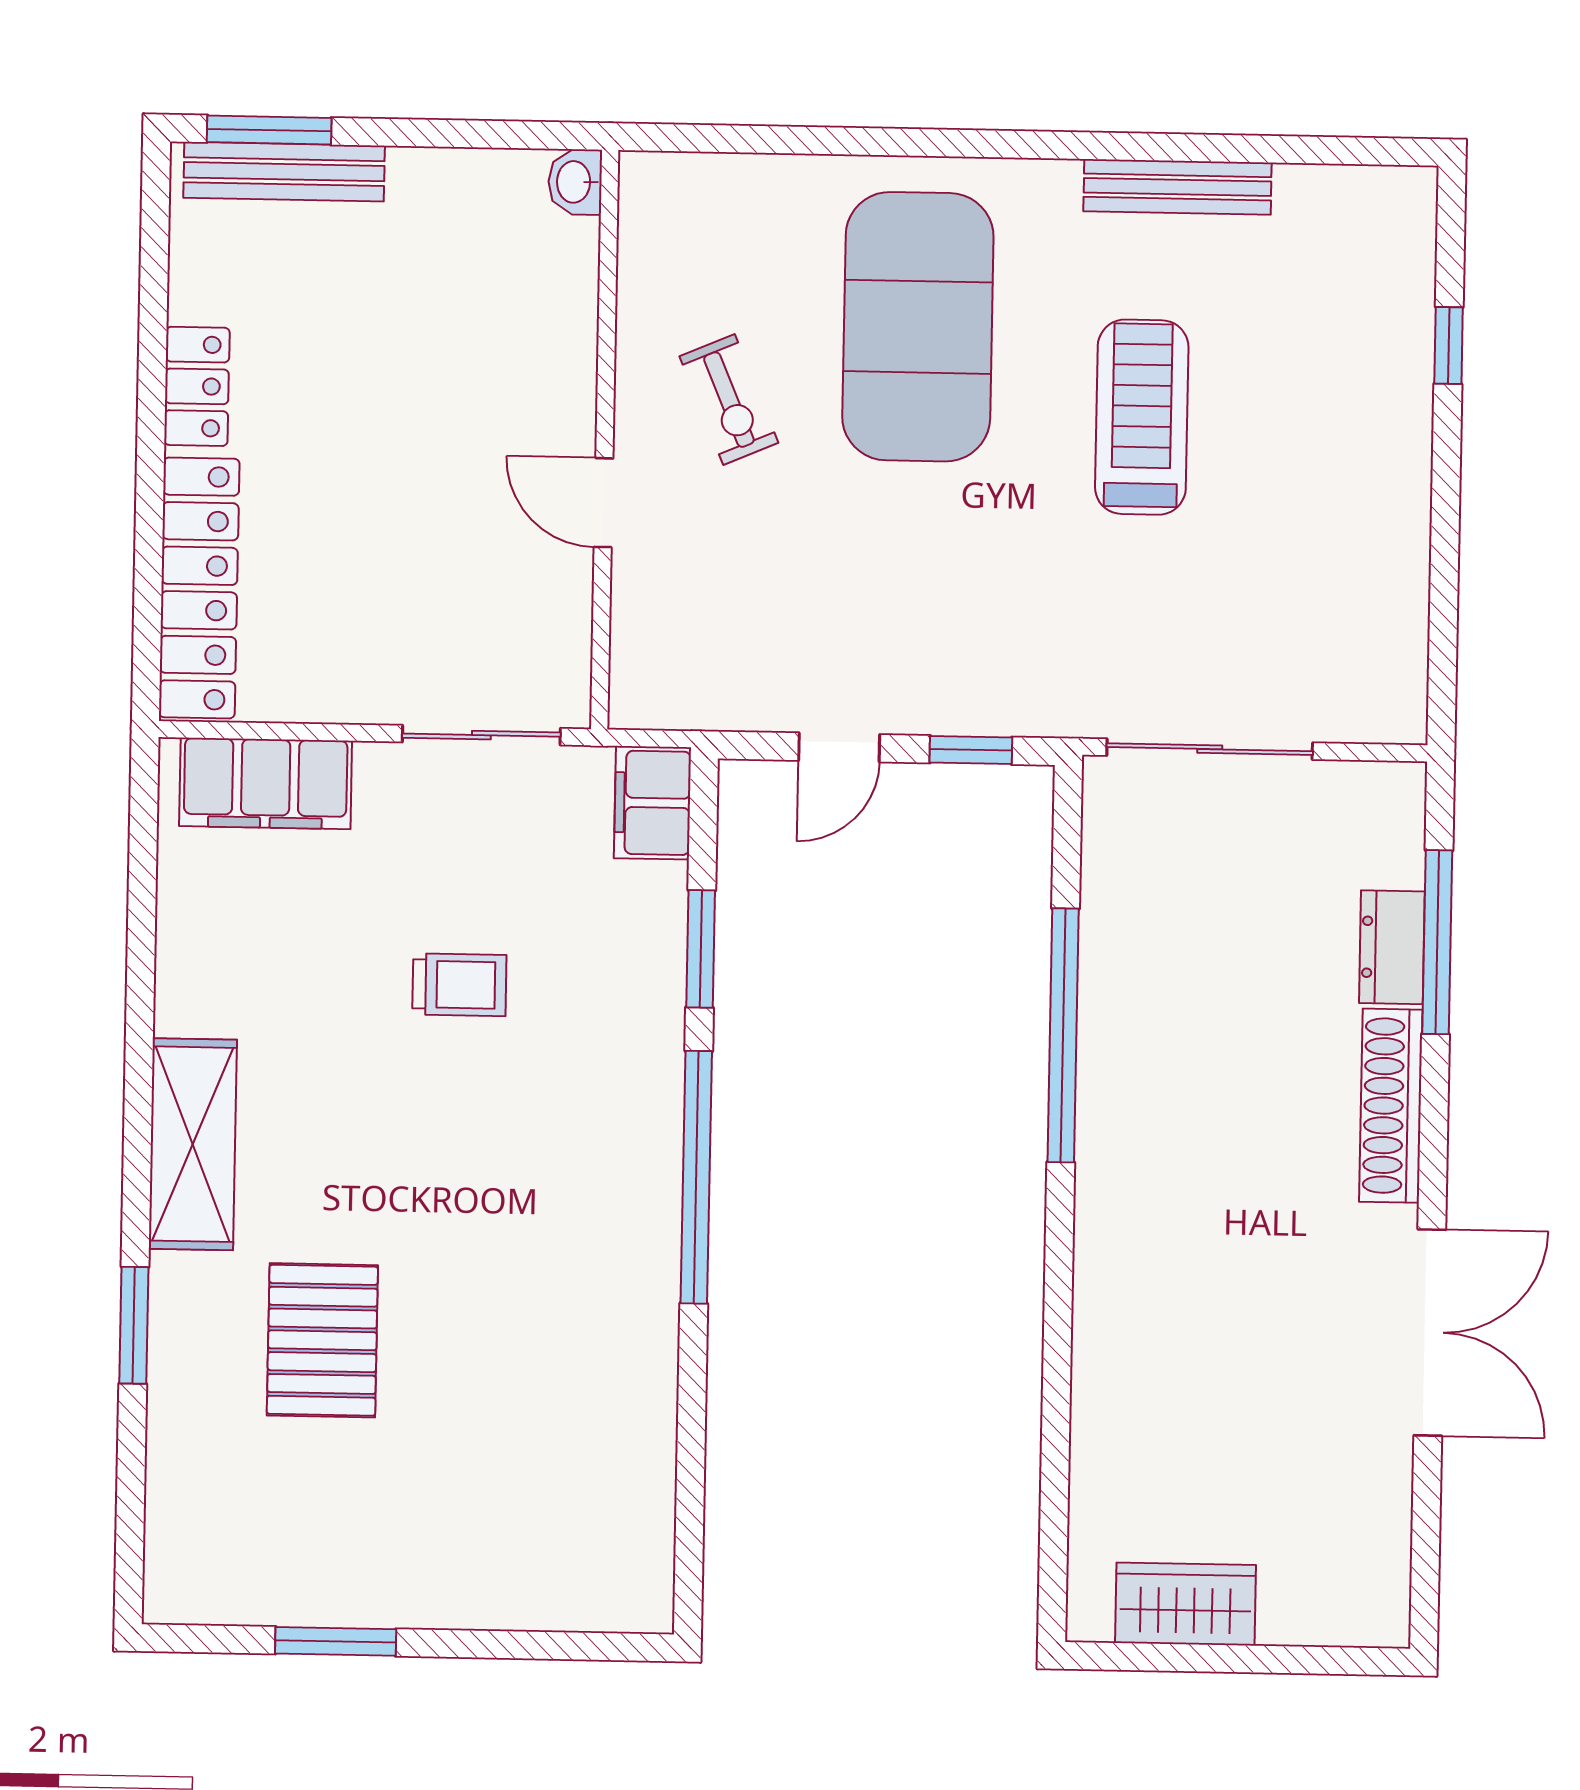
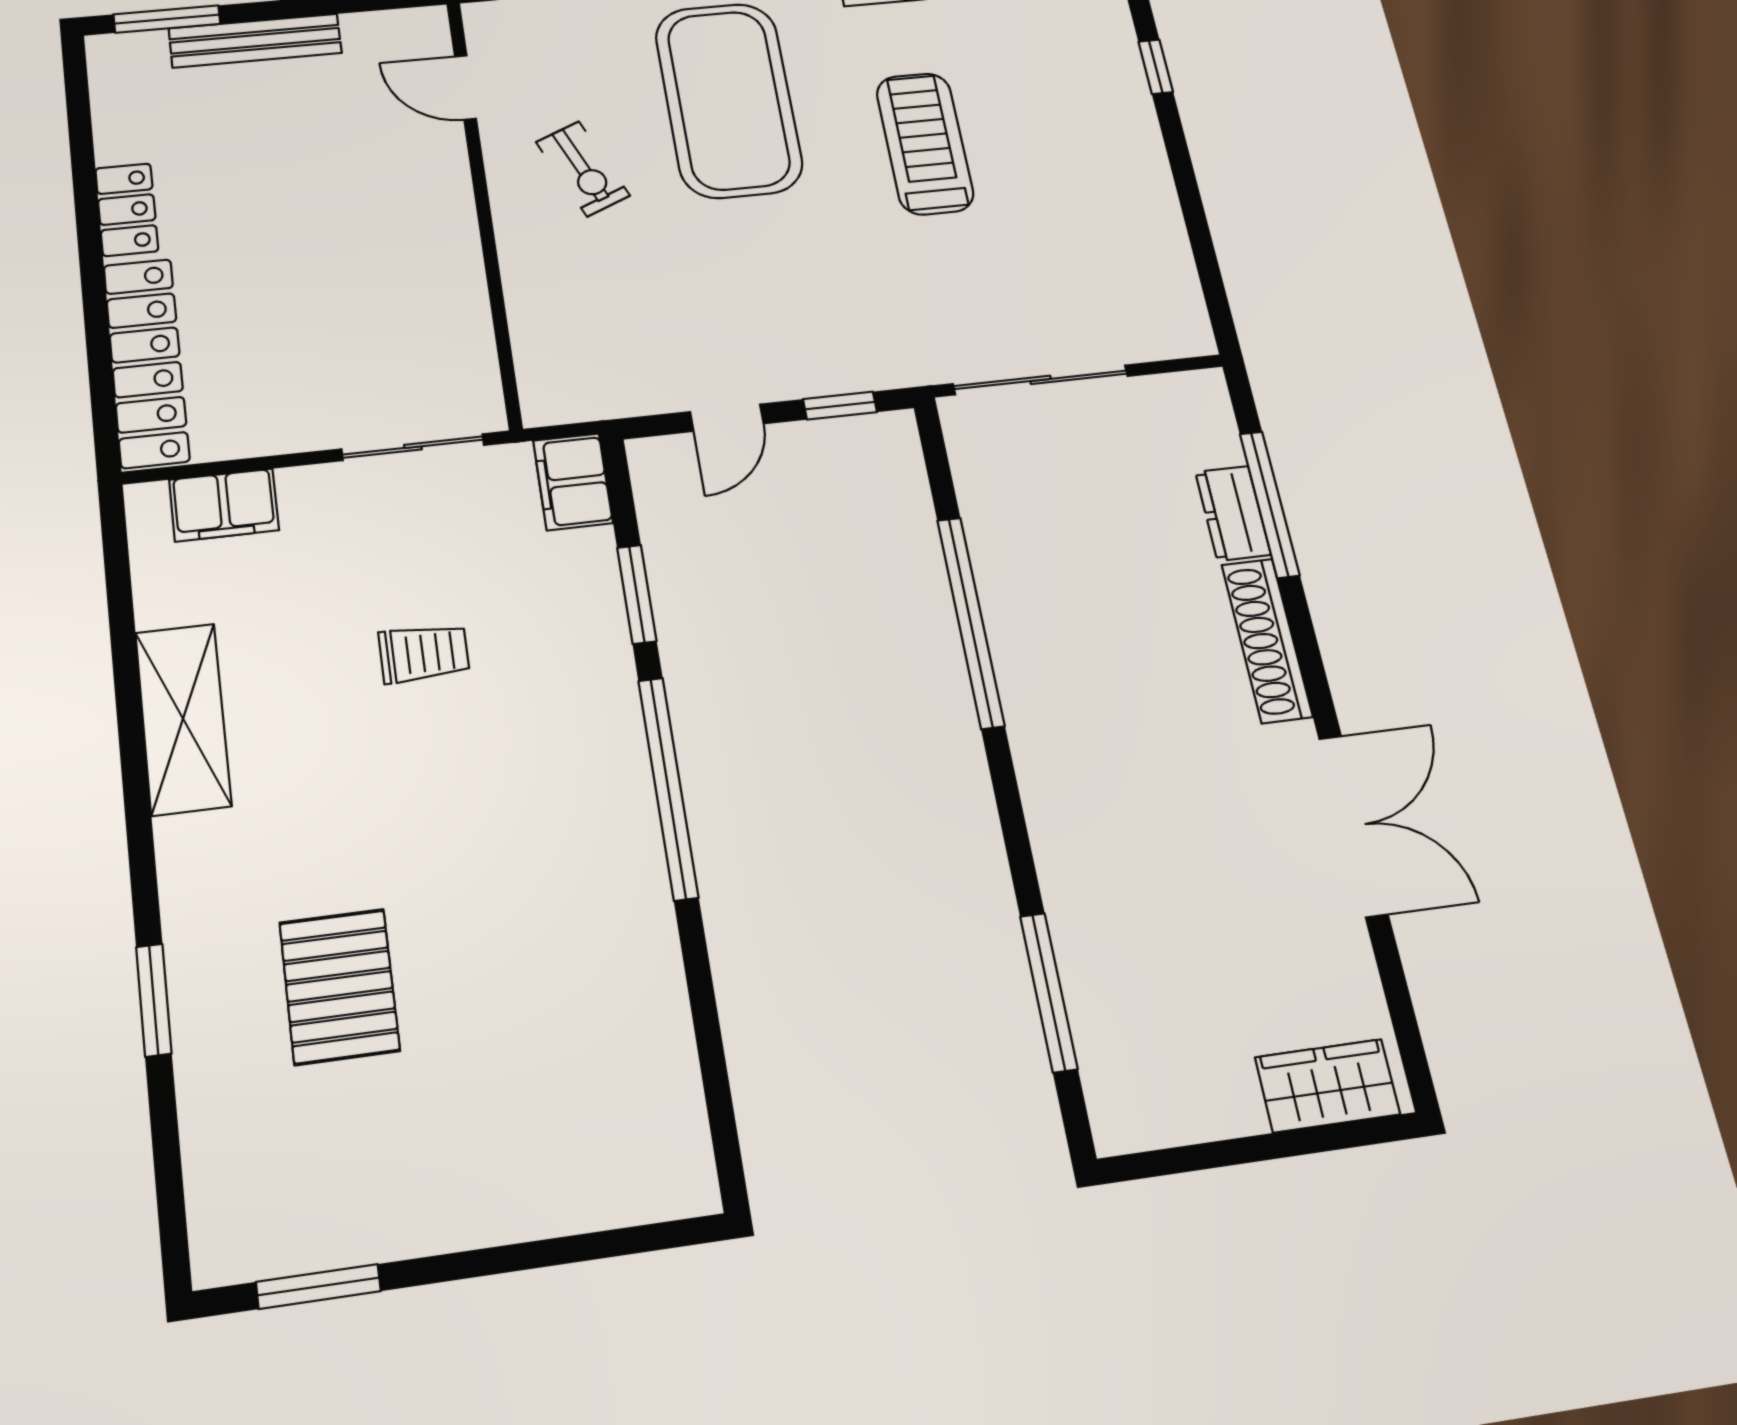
bench: (284, 172) -> (255, 41), moved
washbasin: (575, 182) -> (428, 29), removed
door: (603, 503) -> (465, 87), moved
filing cabinet: (266, 783) -> (224, 505), width x0.67, depth x0.86
shelving: (193, 1144) -> (183, 719), moved
window: (1055, 1462) -> (1049, 992), added
wardrobe: (1185, 1604) -> (1327, 1086), moved
window: (336, 1641) -> (318, 1286), moved

